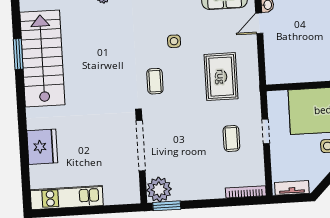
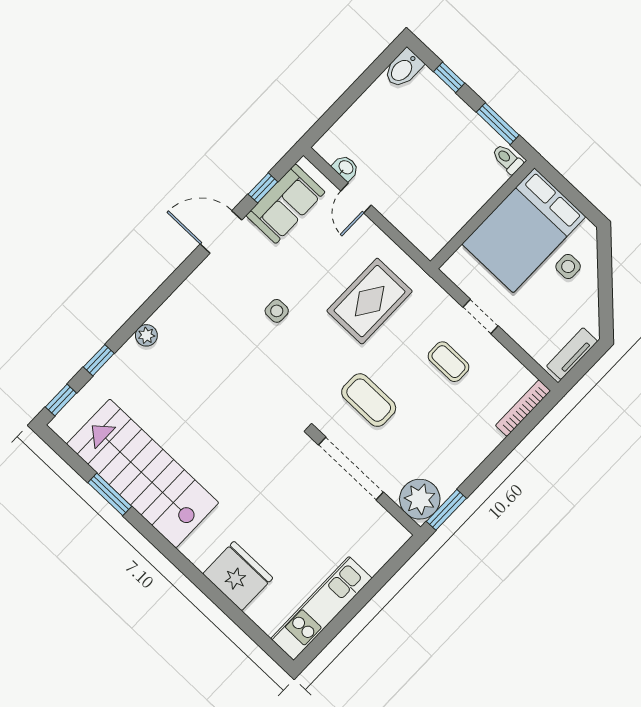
rug: (221, 77) -> (370, 301), turned 90
coffee table: (155, 81) -> (369, 400), moved, width x1.36, depth x1.30

